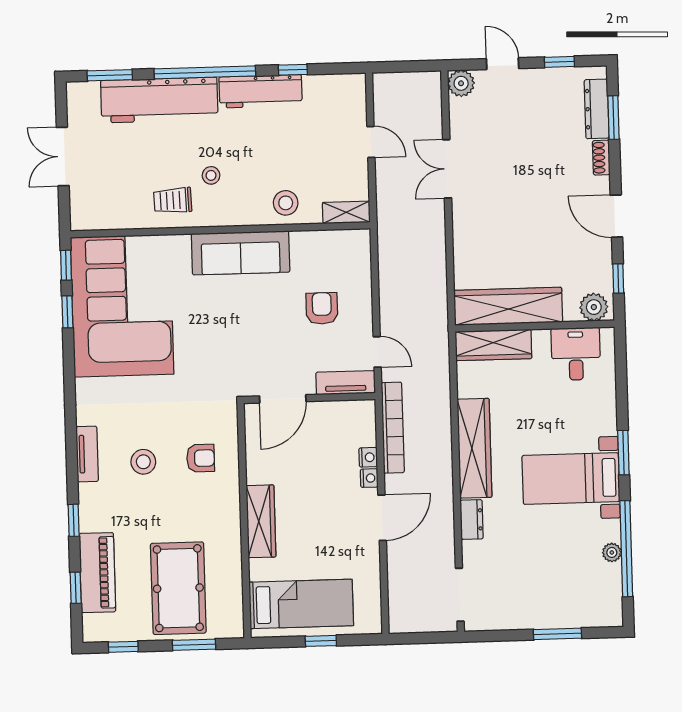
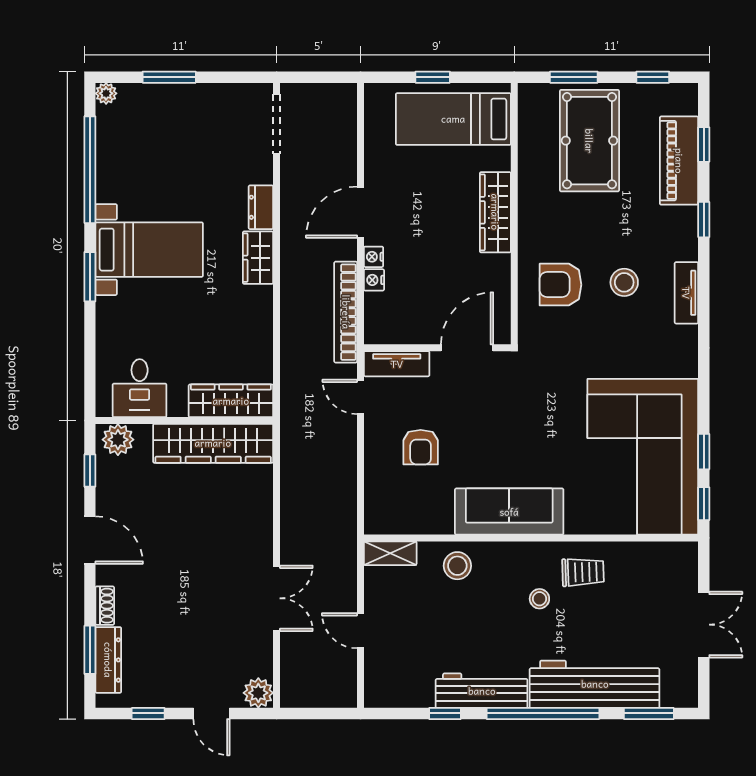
wardrobe: (474, 448) -> (258, 258), width x0.48, depth x0.85
armchair: (201, 458) -> (560, 285), width x1.38, depth x1.38
plant: (612, 552) -> (106, 93), moved

